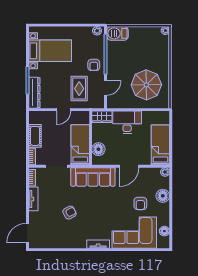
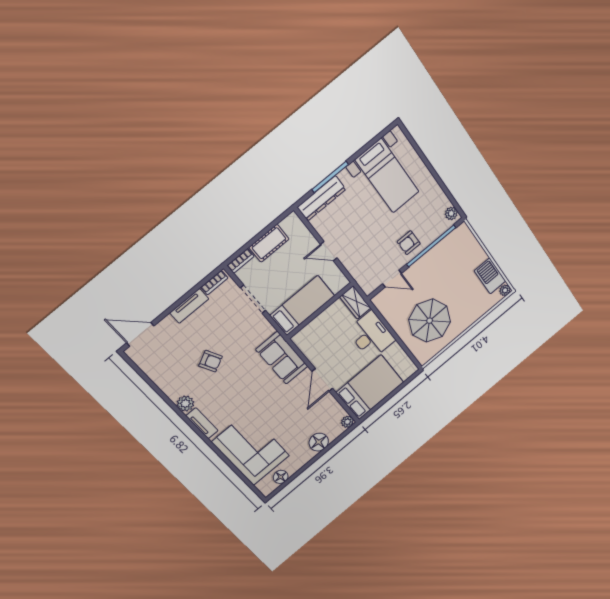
barbecue: (117, 33) -> (490, 276), moved
rug: (79, 89) -> (368, 249), removed
bed: (160, 145) -> (370, 387), width x1.50
floor lamp: (98, 149) -> (314, 330), removed
door: (129, 166) -> (322, 380), hinge flipped
sofa: (93, 177) -> (282, 358), width x0.73
armchair: (140, 203) -> (290, 427), removed
plant: (81, 243) -> (185, 404), added

